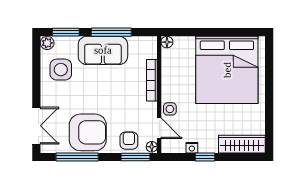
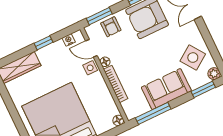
window: (111, 32) -> (153, 113), moved
side table: (61, 70) -> (193, 58), turned -35
floor lamp: (152, 147) -> (105, 62), moved
nightstand: (192, 148) -> (69, 40), moved

